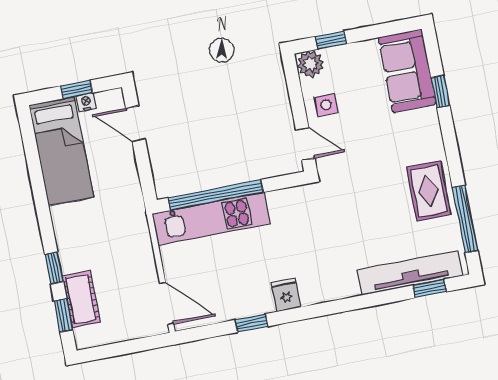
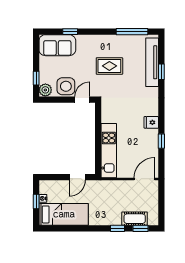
side table: (326, 105) -> (66, 86), width x1.87, depth x1.87
door: (136, 124) -> (77, 177), moved
rug: (429, 191) -> (109, 66), moved
window: (216, 195) -> (98, 146), removed
window: (430, 288) -> (161, 72), moved

